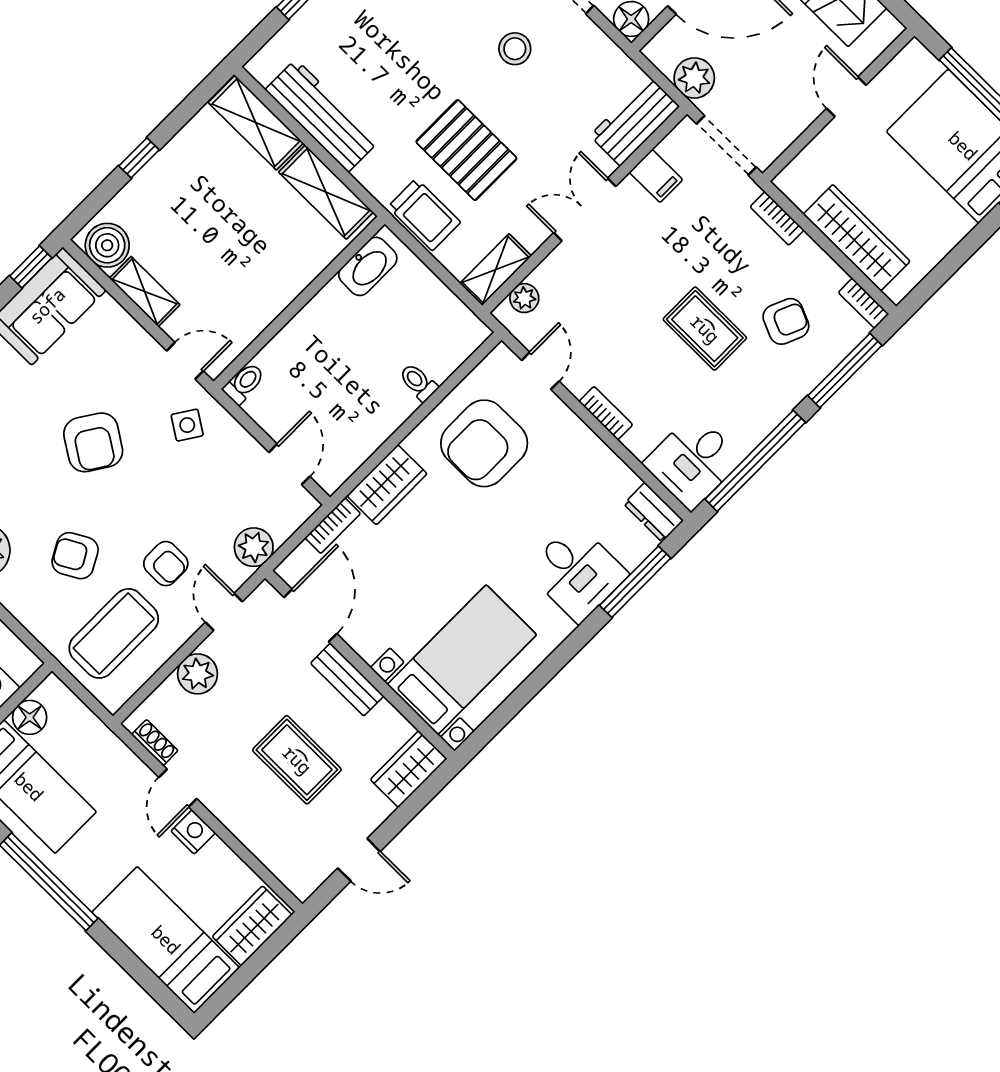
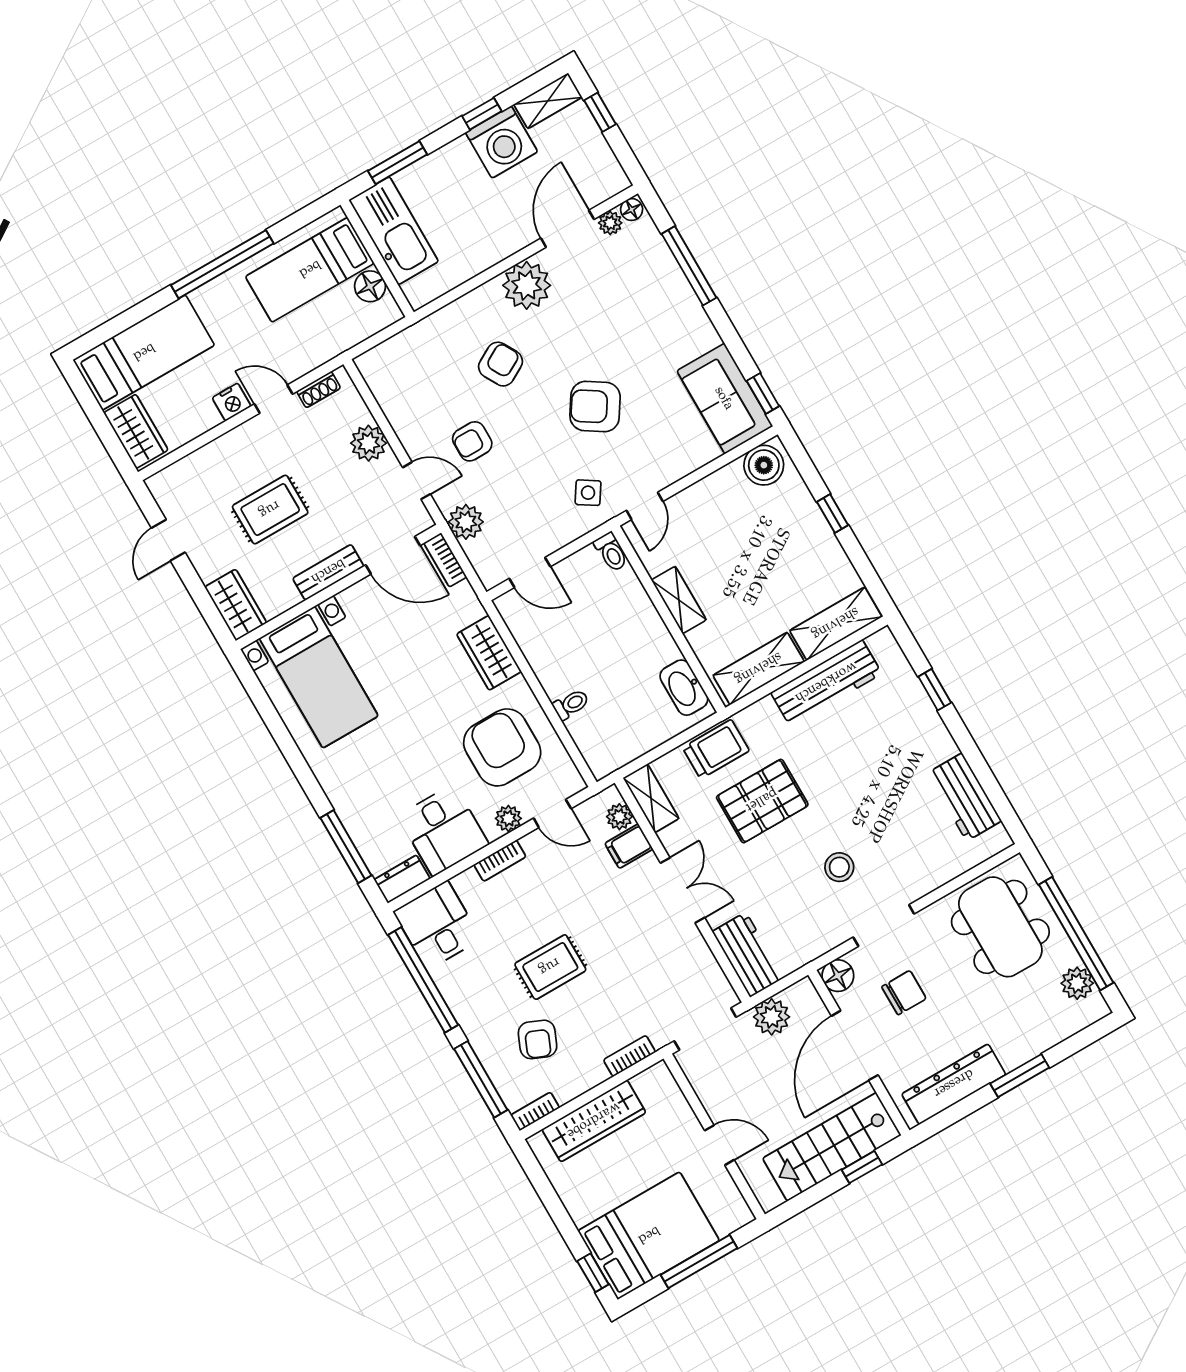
filing cabinet: (656, 176) -> (629, 846), moved
trolley: (424, 215) -> (716, 749), turned 180
shelving: (145, 292) -> (679, 600), moved, turned 90
plant: (558, 416) -> (508, 818), added
bookcase: (333, 526) -> (445, 560), moved
desk: (577, 572) -> (443, 830), moved, turned -90
coffee table: (114, 633) -> (424, 380), removed

